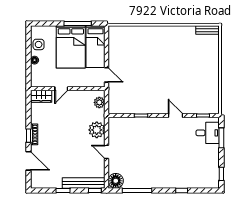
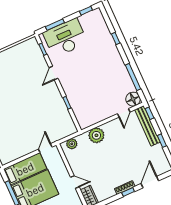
desk: (208, 133) -> (65, 38), width x1.87, depth x1.30
door: (107, 152) -> (124, 113), moved

